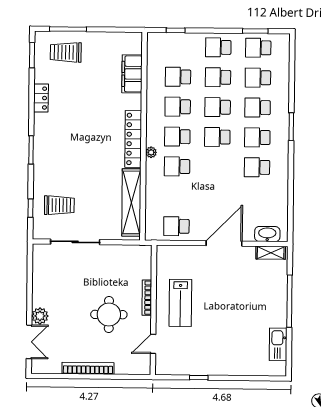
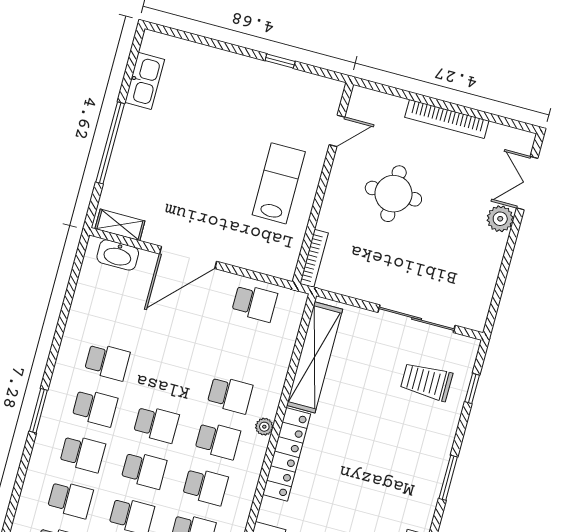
bookcase: (147, 298) -> (314, 258), moved

